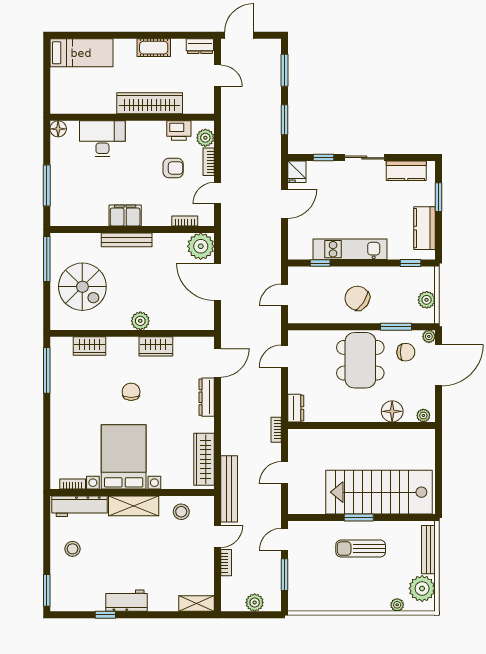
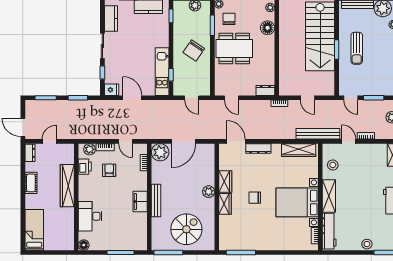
kitchen unit: (350, 249) -> (162, 72), moved
wardrobe: (90, 346) -> (225, 204), moved
stool: (73, 549) -> (367, 244), moved

